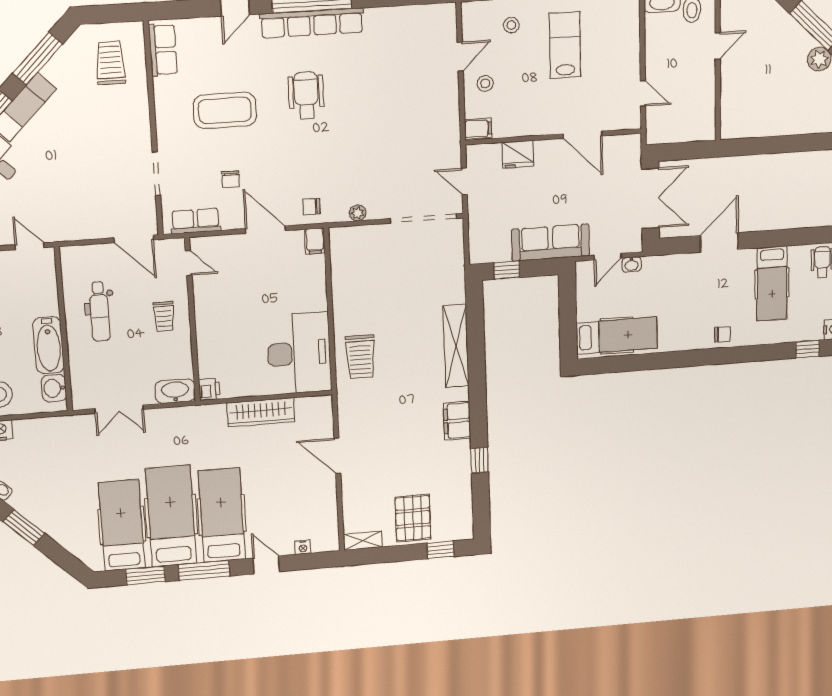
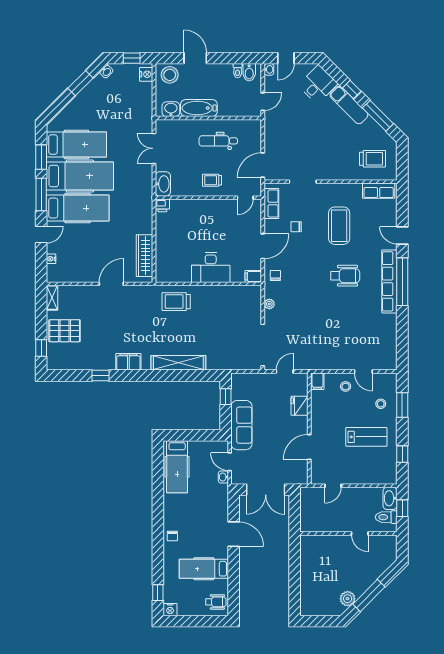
desk: (299, 353) -> (211, 268), moved, width x0.73, depth x0.77
wardrobe: (261, 412) -> (144, 256), moved

